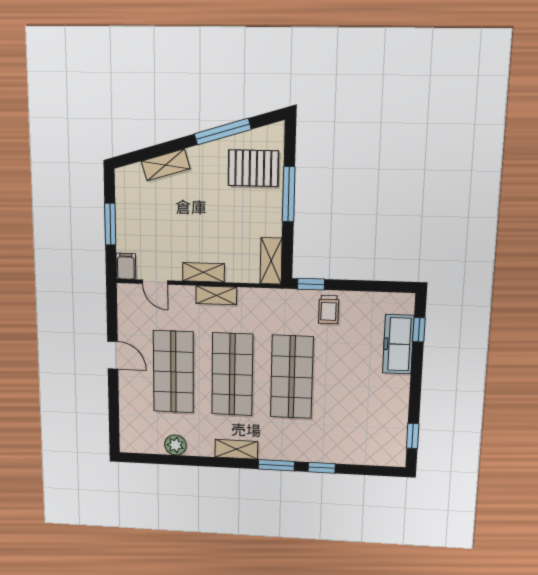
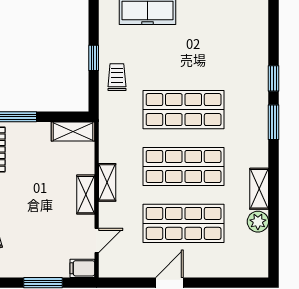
window: (311, 284) -> (94, 58), moved
trolley: (329, 310) -> (117, 77), turned -90
shelving: (236, 449) -> (259, 189), moved

